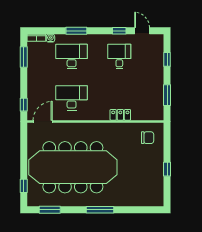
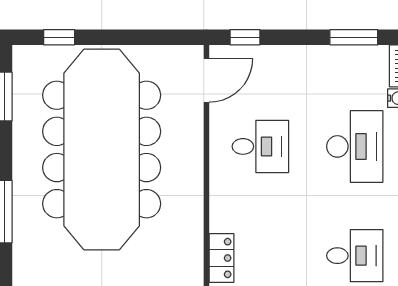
desk: (72, 98) -> (260, 146), width x0.73
door: (43, 121) -> (207, 80), hinge flipped

